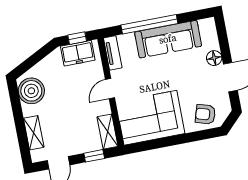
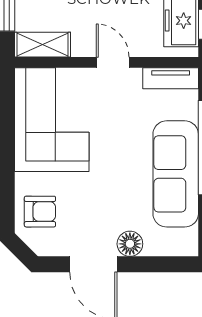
armchair: (205, 114) -> (40, 212), turned 73

